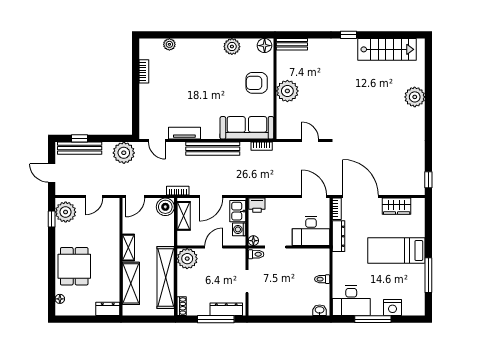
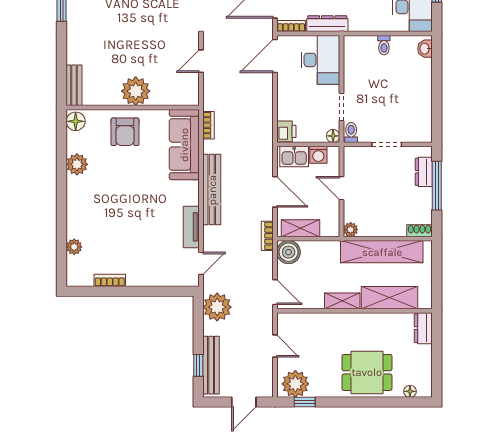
plant: (187, 259) -> (351, 230), width x0.53, depth x0.53
dresser: (226, 309) -> (424, 172), width x0.70

